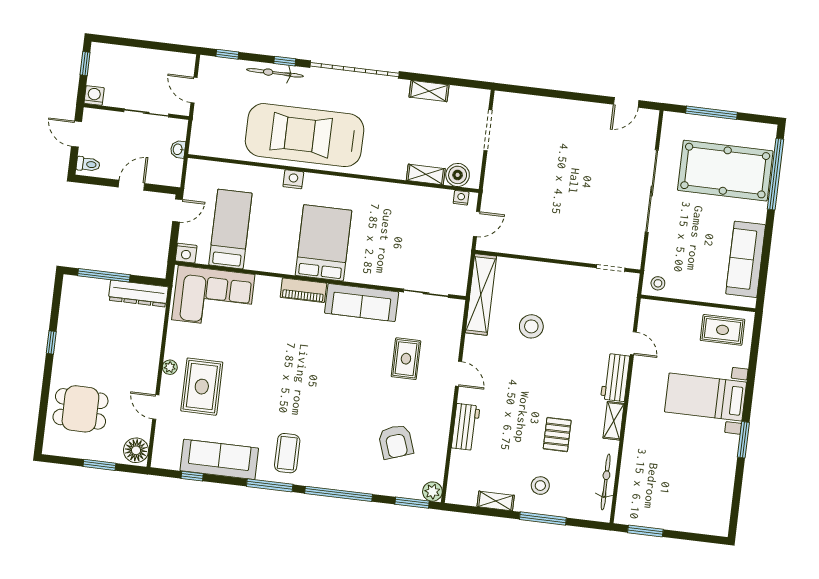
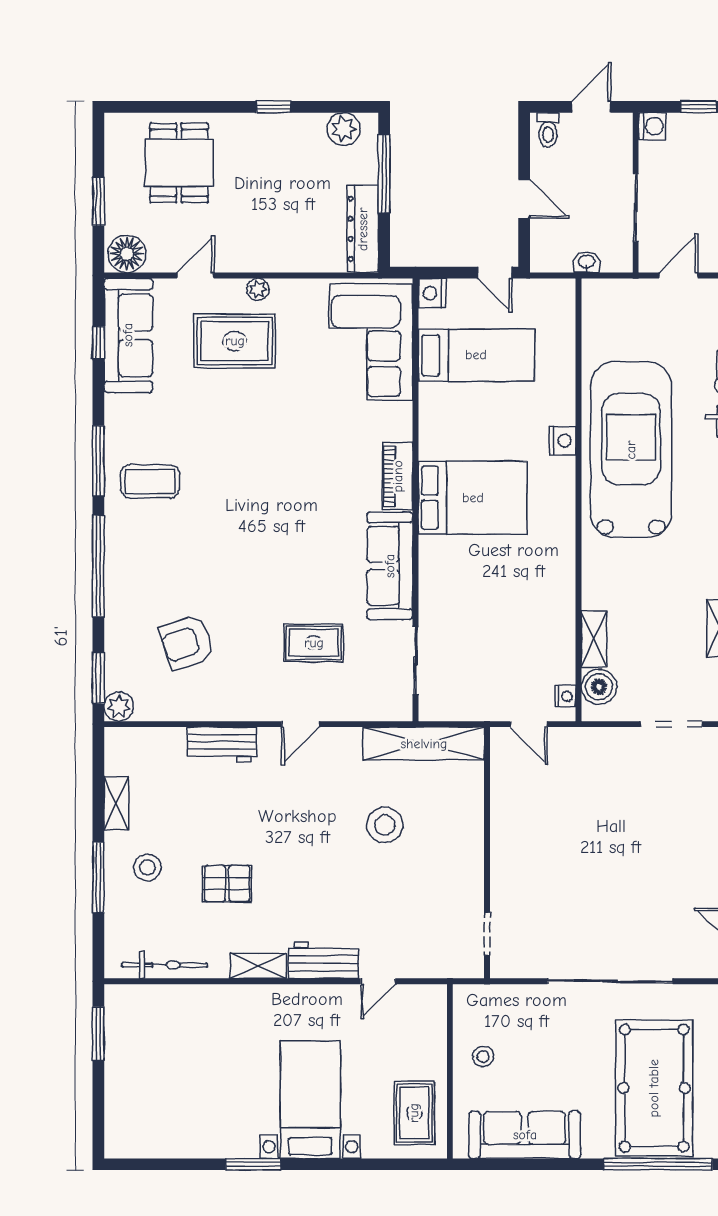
stool: (658, 283) -> (483, 1056), moved
plant: (71, 298) -> (344, 129), added
sofa: (219, 459) -> (128, 335), moved

